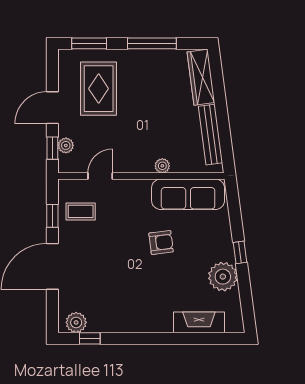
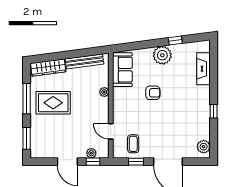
rug: (99, 89) -> (53, 103), moved
sofa: (188, 194) -> (122, 70), width x0.73
armchair: (161, 242) -> (153, 93), turned 97
window: (240, 252) -> (175, 41), moved
plant: (223, 277) -> (162, 55), moved
window: (90, 338) -> (214, 111), moved

